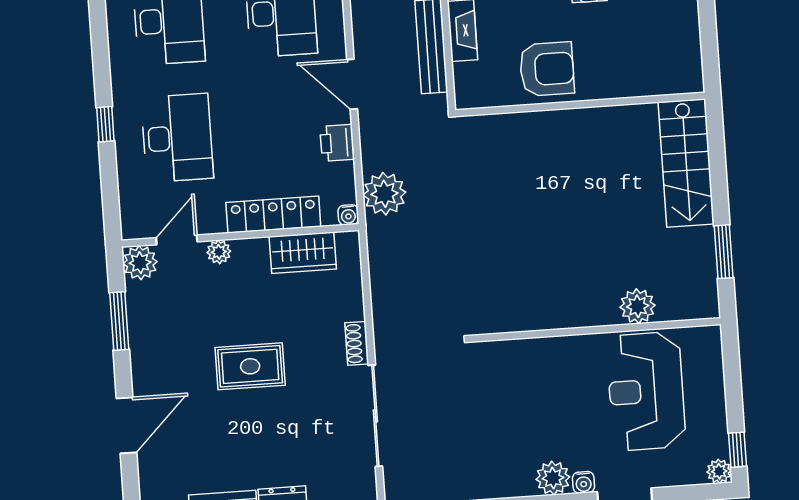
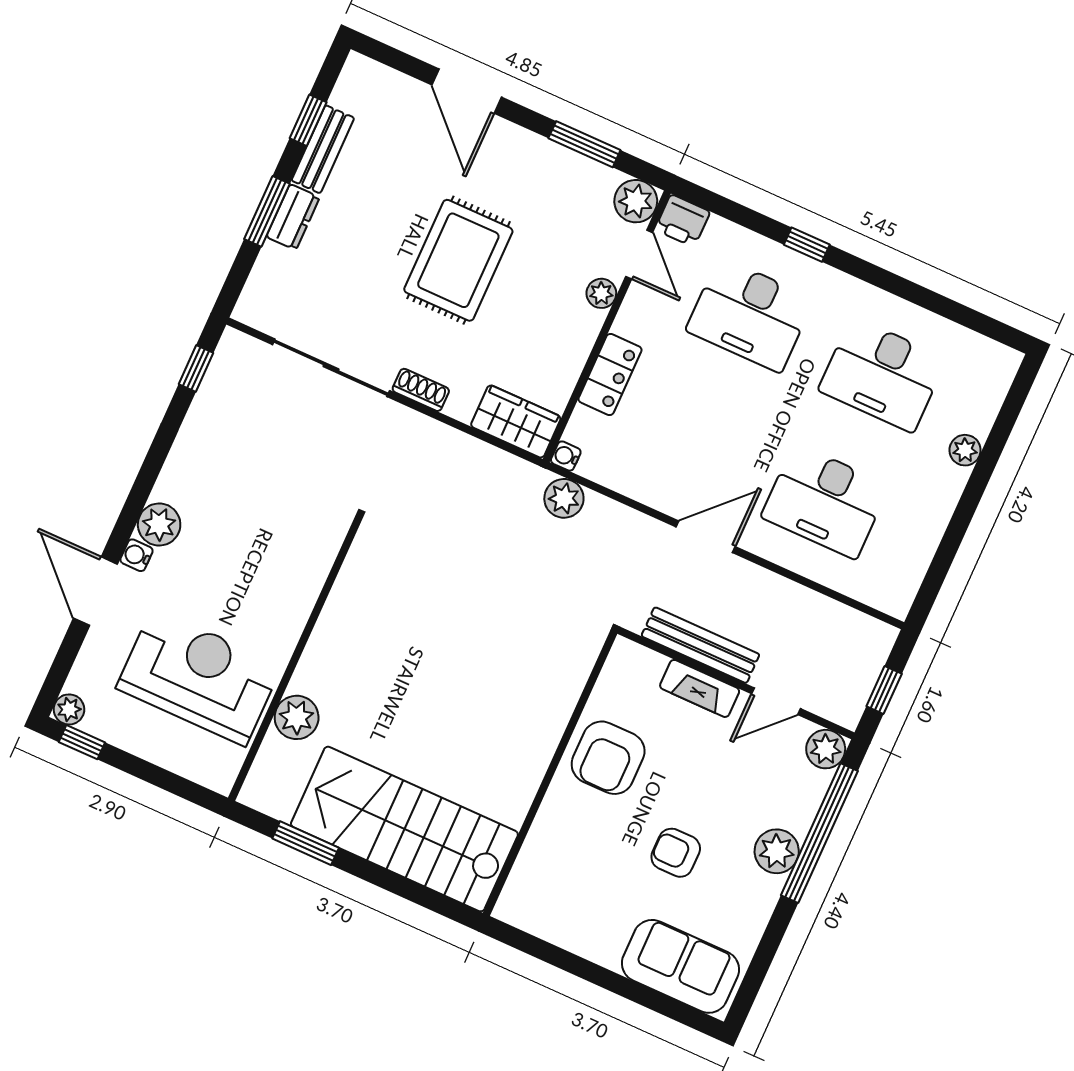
printer: (337, 143) -> (683, 221), moved, turned 180
stairs: (686, 163) -> (404, 829), width x1.36, depth x1.51
plant: (384, 194) -> (564, 498), width x0.73, depth x0.73
locker: (273, 215) -> (610, 374), width x0.66
wardrobe: (303, 253) -> (516, 422), moved, turned 90
rug: (250, 366) -> (458, 260), width x1.36, depth x1.43

